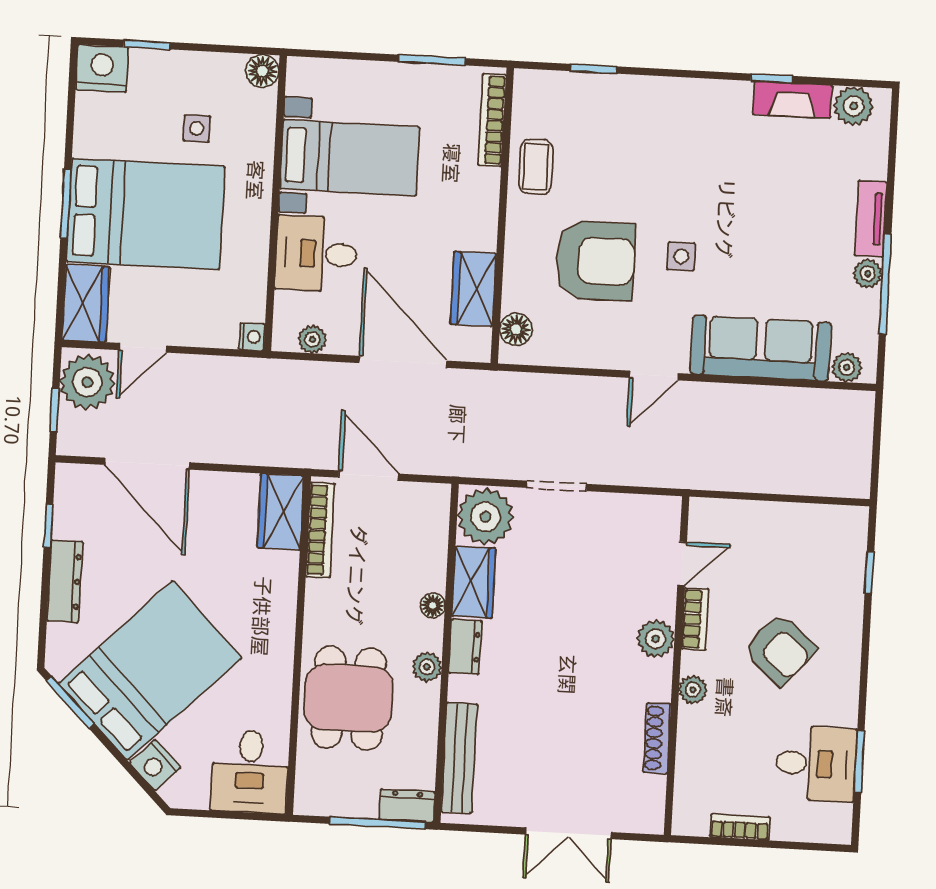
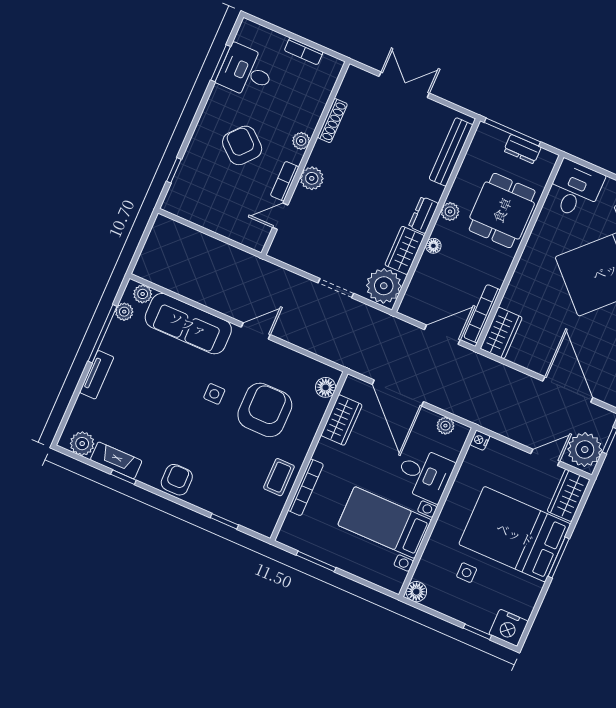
armchair: (689, 105) -> (177, 480), added
bookcase: (492, 120) -> (306, 487), moved
armchair: (595, 261) -> (265, 410), turned 90
plant: (868, 274) -> (124, 312), moved
door: (369, 476) -> (442, 335), swing flipped
dresser: (407, 806) -> (522, 149), moved

